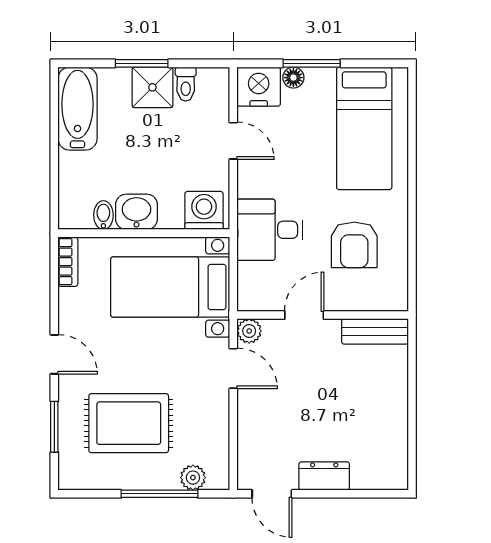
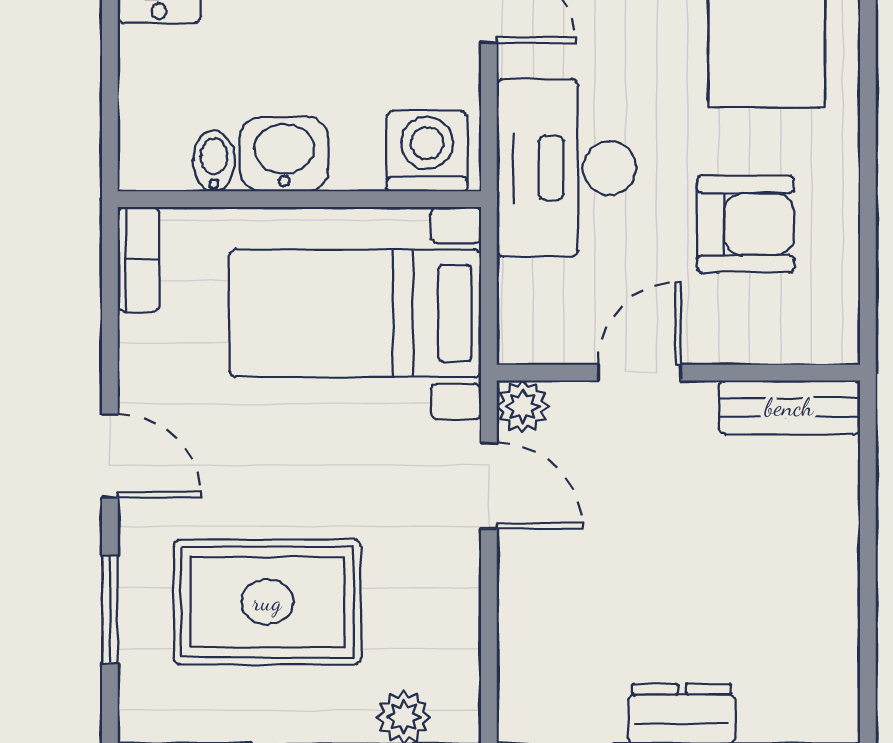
desk: (270, 230) -> (567, 168), width x1.37
armchair: (354, 245) -> (745, 224), turned -90

